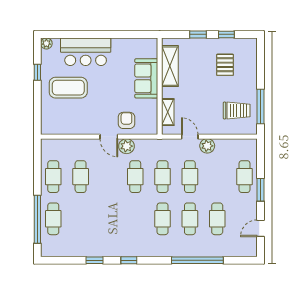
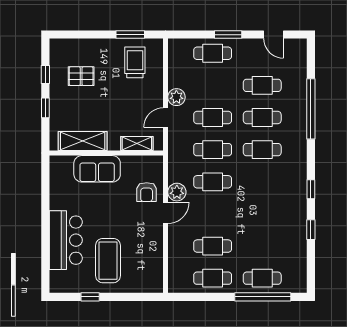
plant: (46, 43) -> (56, 286), removed
window: (260, 106) -> (130, 35), width x0.69
armchair: (126, 120) -> (147, 192), turned -90

